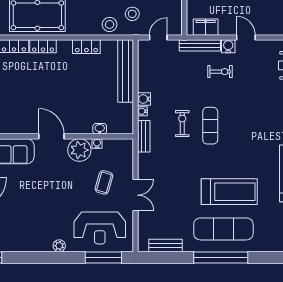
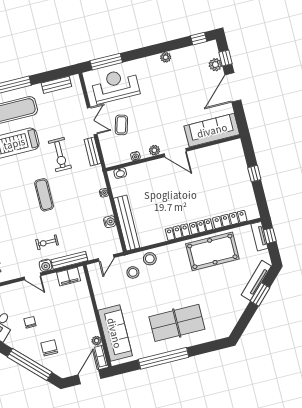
locker: (86, 47) -> (178, 232), moved
water cooler: (144, 99) -> (110, 222), moved
exercise bike: (182, 124) -> (60, 155), moved, width x1.38, depth x1.39
washbasin: (100, 129) -> (120, 173), moved
bench: (144, 136) -> (92, 151), moved
plant: (79, 150) -> (154, 150), width x0.53, depth x0.53
double door: (136, 195) -> (92, 121), swing flipped
plant: (59, 246) -> (166, 57), moved

